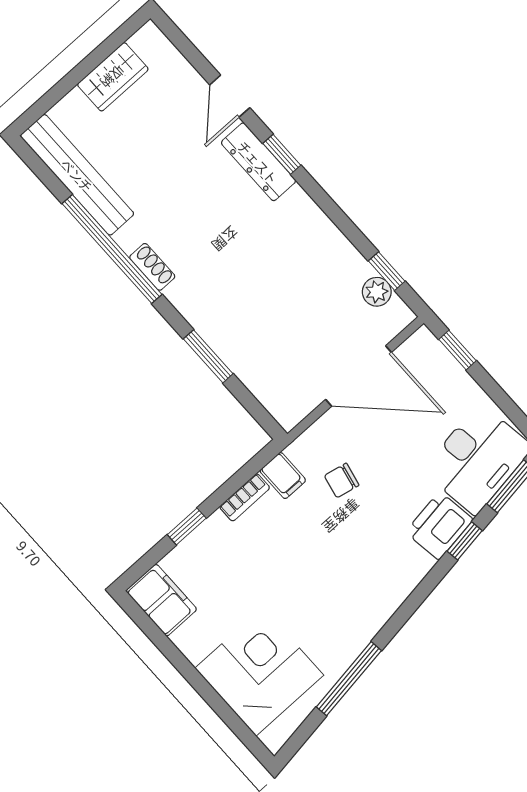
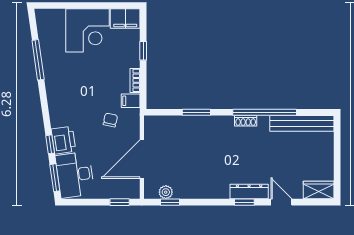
wardrobe: (113, 77) -> (319, 190), moved, turned 90
corner desk: (259, 672) -> (87, 30), moved

